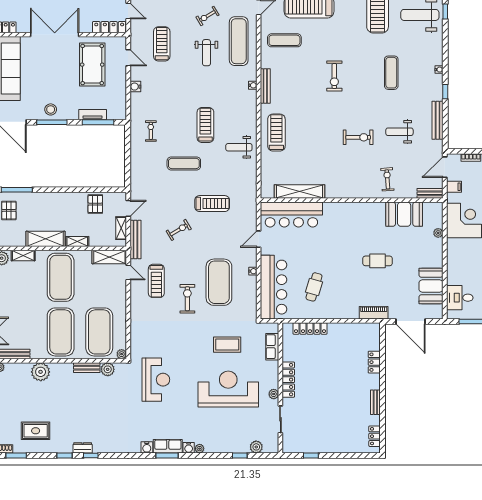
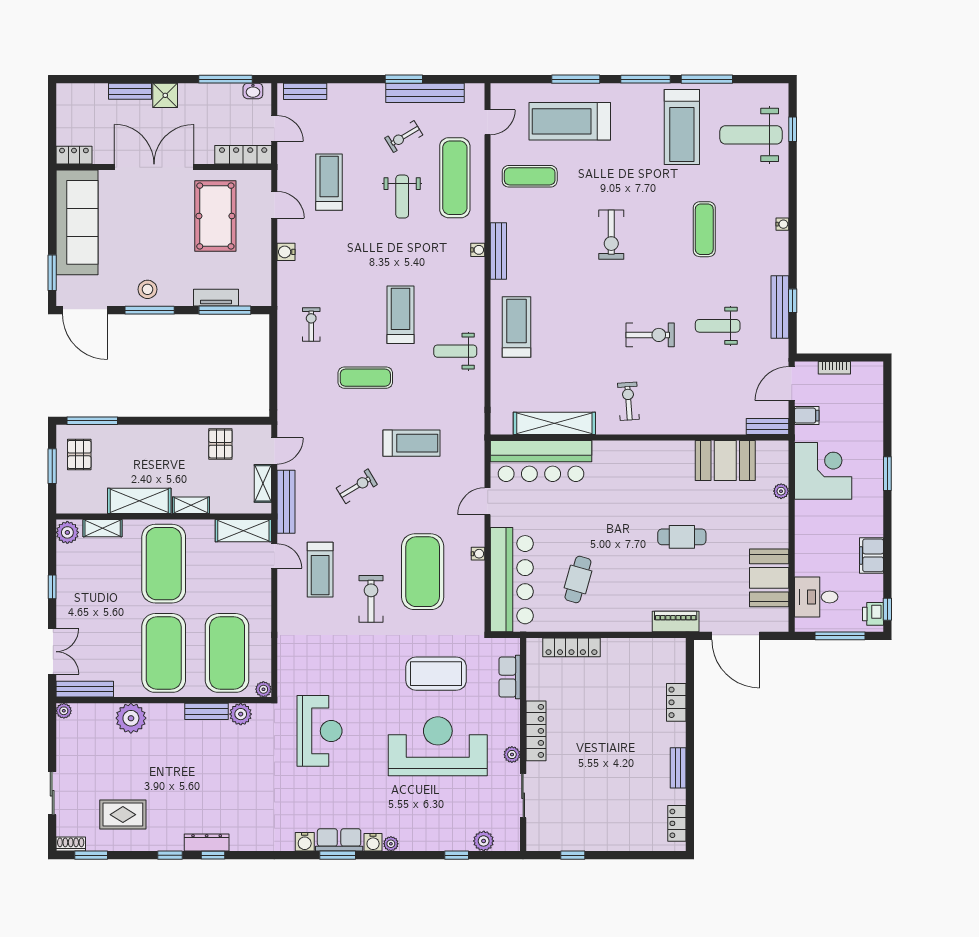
window: (445, 92) -> (793, 301), moved
exercise bike: (387, 179) -> (628, 401), moved
coffee table: (227, 345) -> (436, 674), width x1.36, depth x1.32
dresser: (83, 448) -> (207, 842), width x1.44

